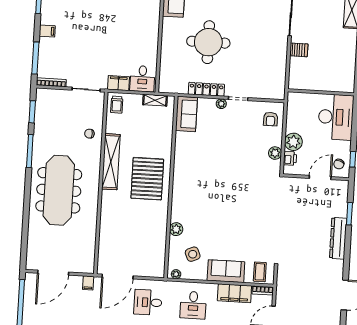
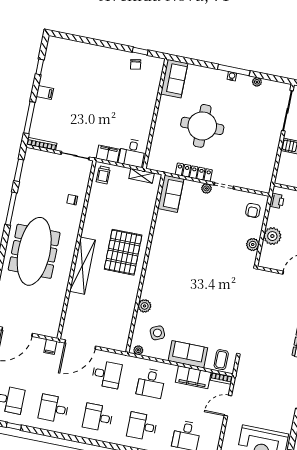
printer: (290, 158) -> (277, 201), moved
shelving: (111, 162) -> (82, 266), moved
desk: (148, 302) -> (107, 374), turned 180

